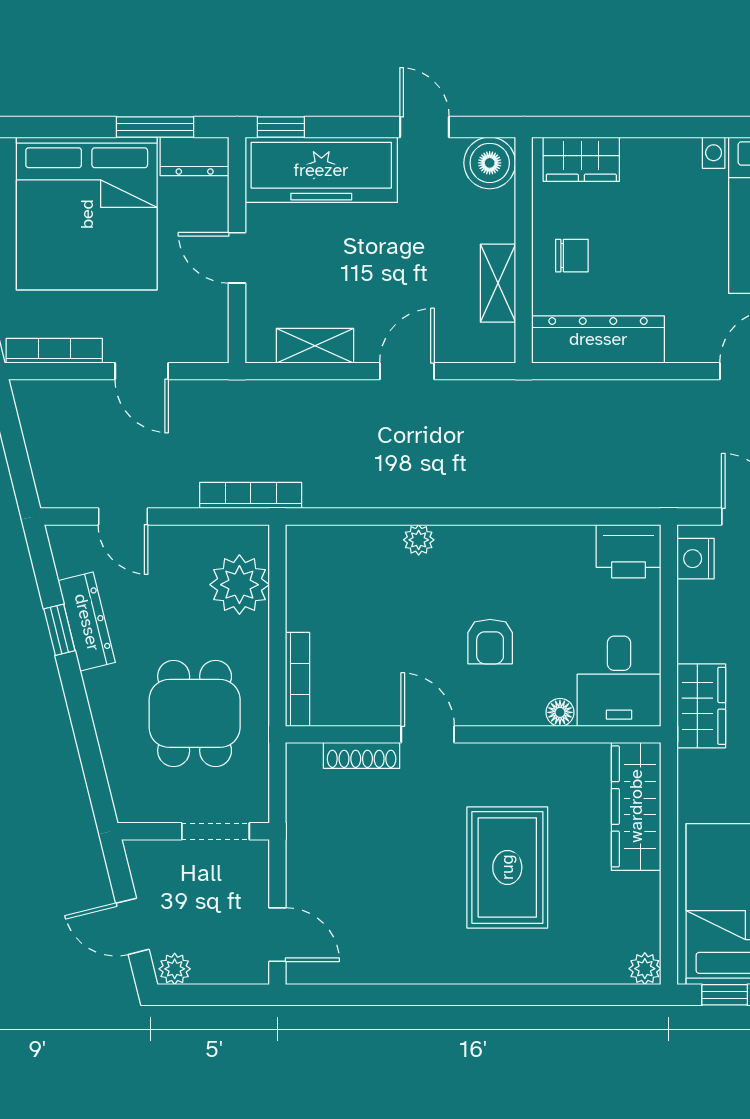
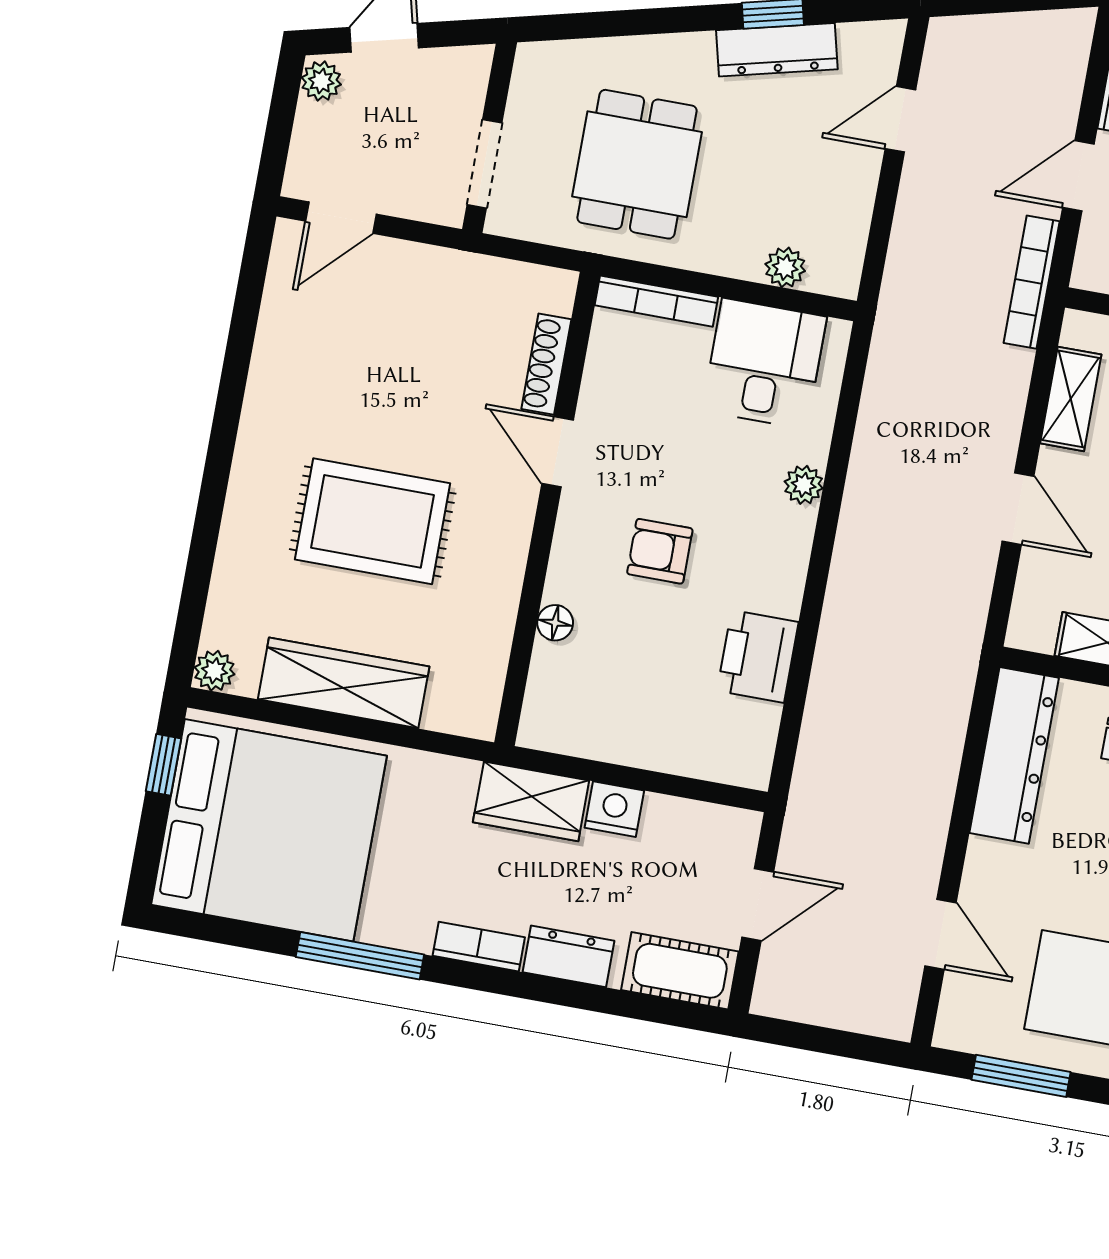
bookcase: (251, 495) -> (1032, 282), moved, turned 180
printer: (628, 551) -> (758, 656), moved
nightstand: (696, 559) -> (614, 809), moved
plant: (239, 585) -> (785, 267), width x0.53, depth x0.53
desk: (619, 681) -> (764, 364), moved, turned 90
dining table: (195, 713) -> (637, 164), turned 90
door: (428, 734) -> (558, 452), swing flipped
wardrobe: (636, 806) -> (344, 683), moved

